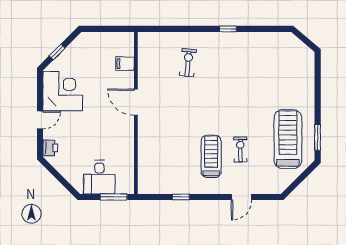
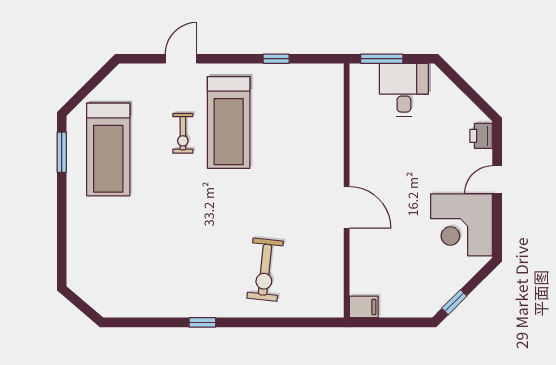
window: (57, 52) -> (454, 302), moved
exercise bike: (188, 62) -> (265, 270), width x1.38, depth x1.39
filing cabinet: (125, 64) -> (364, 307), moved
treadmill: (211, 156) -> (229, 122), width x1.37, depth x1.38

